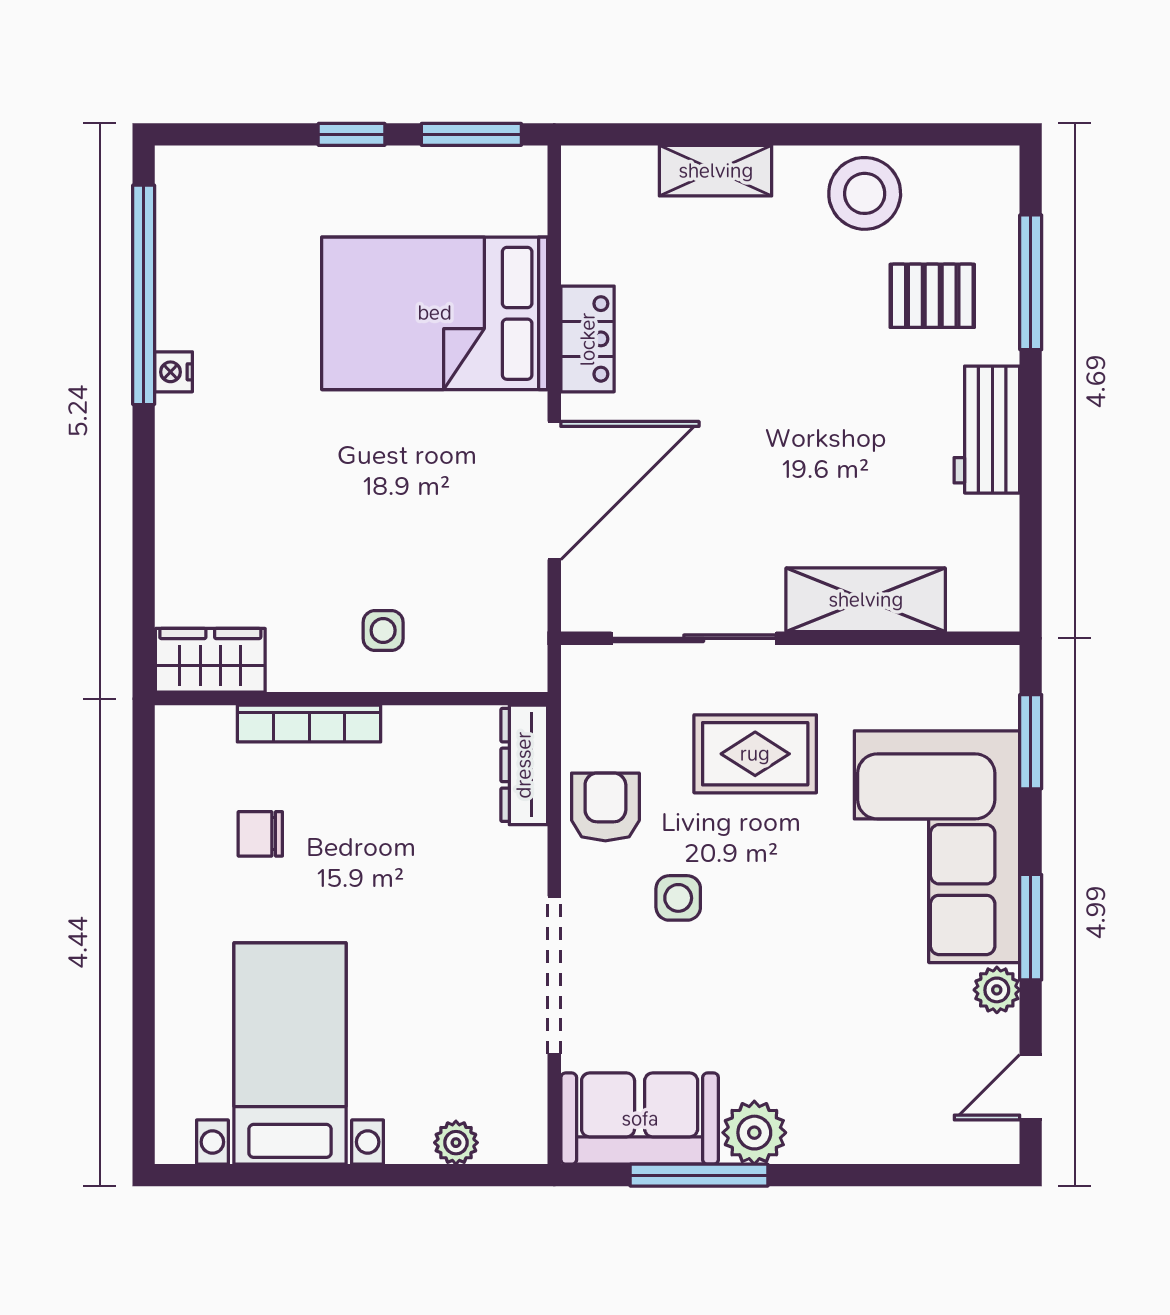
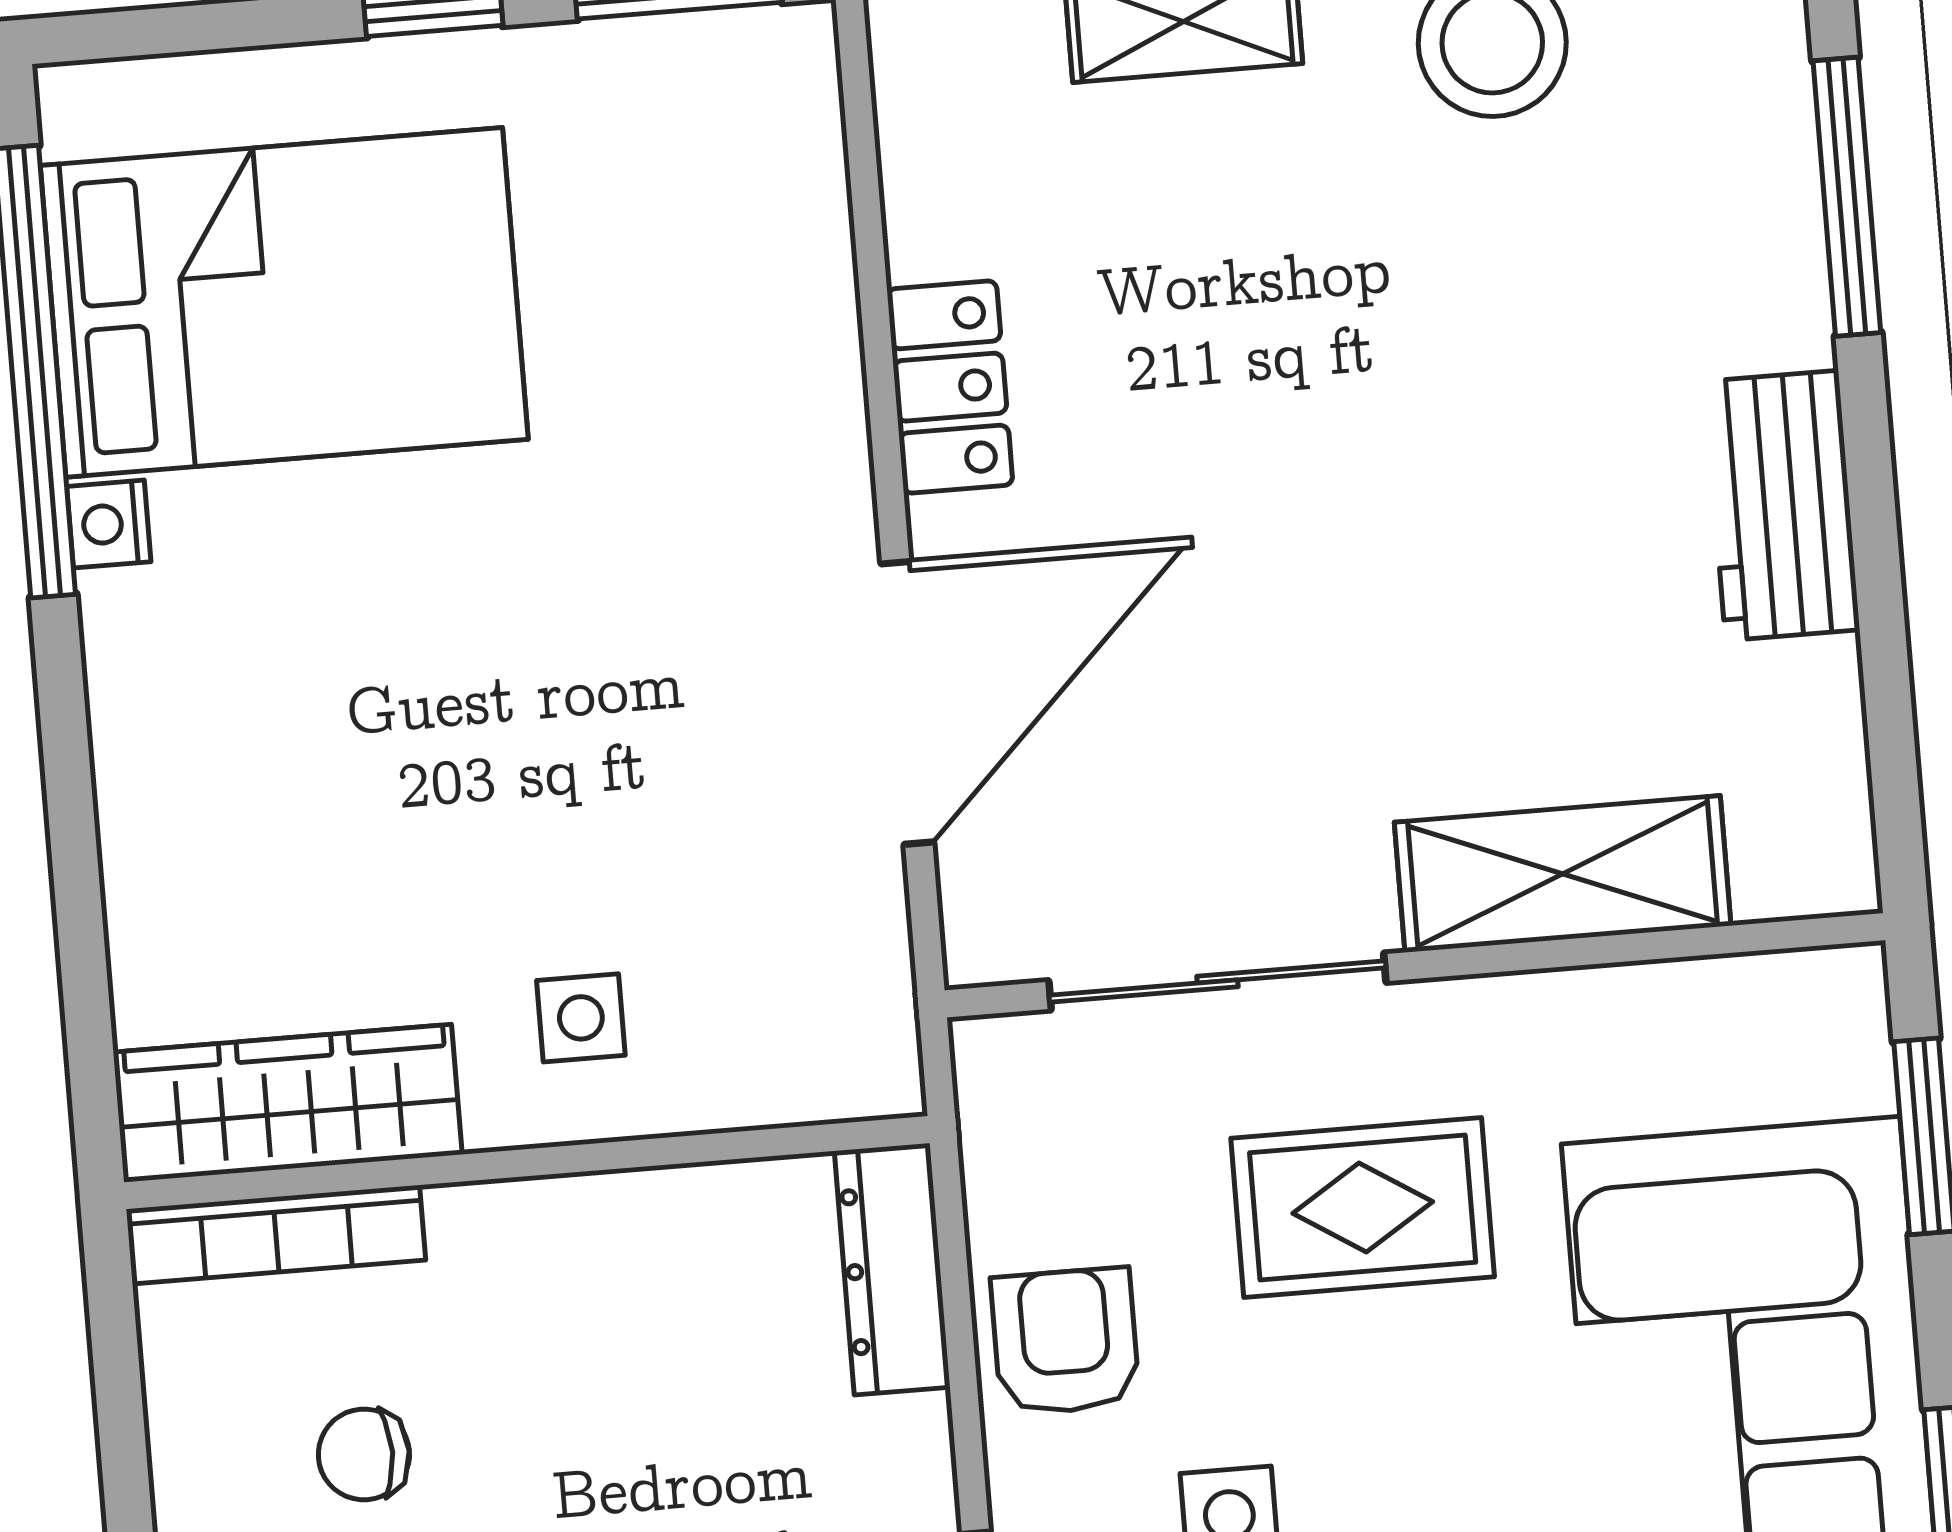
pallet: (932, 296) -> (1648, 241), removed
bed: (435, 313) -> (284, 302), moved, turned 180
wardrobe: (210, 660) -> (288, 1103), width x1.50
bookcase: (309, 724) -> (276, 1235), moved

